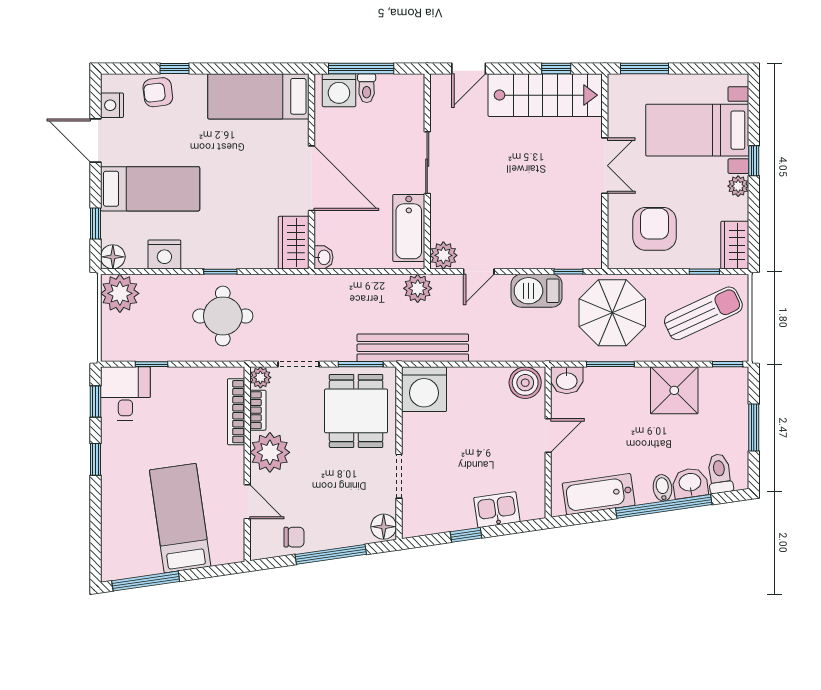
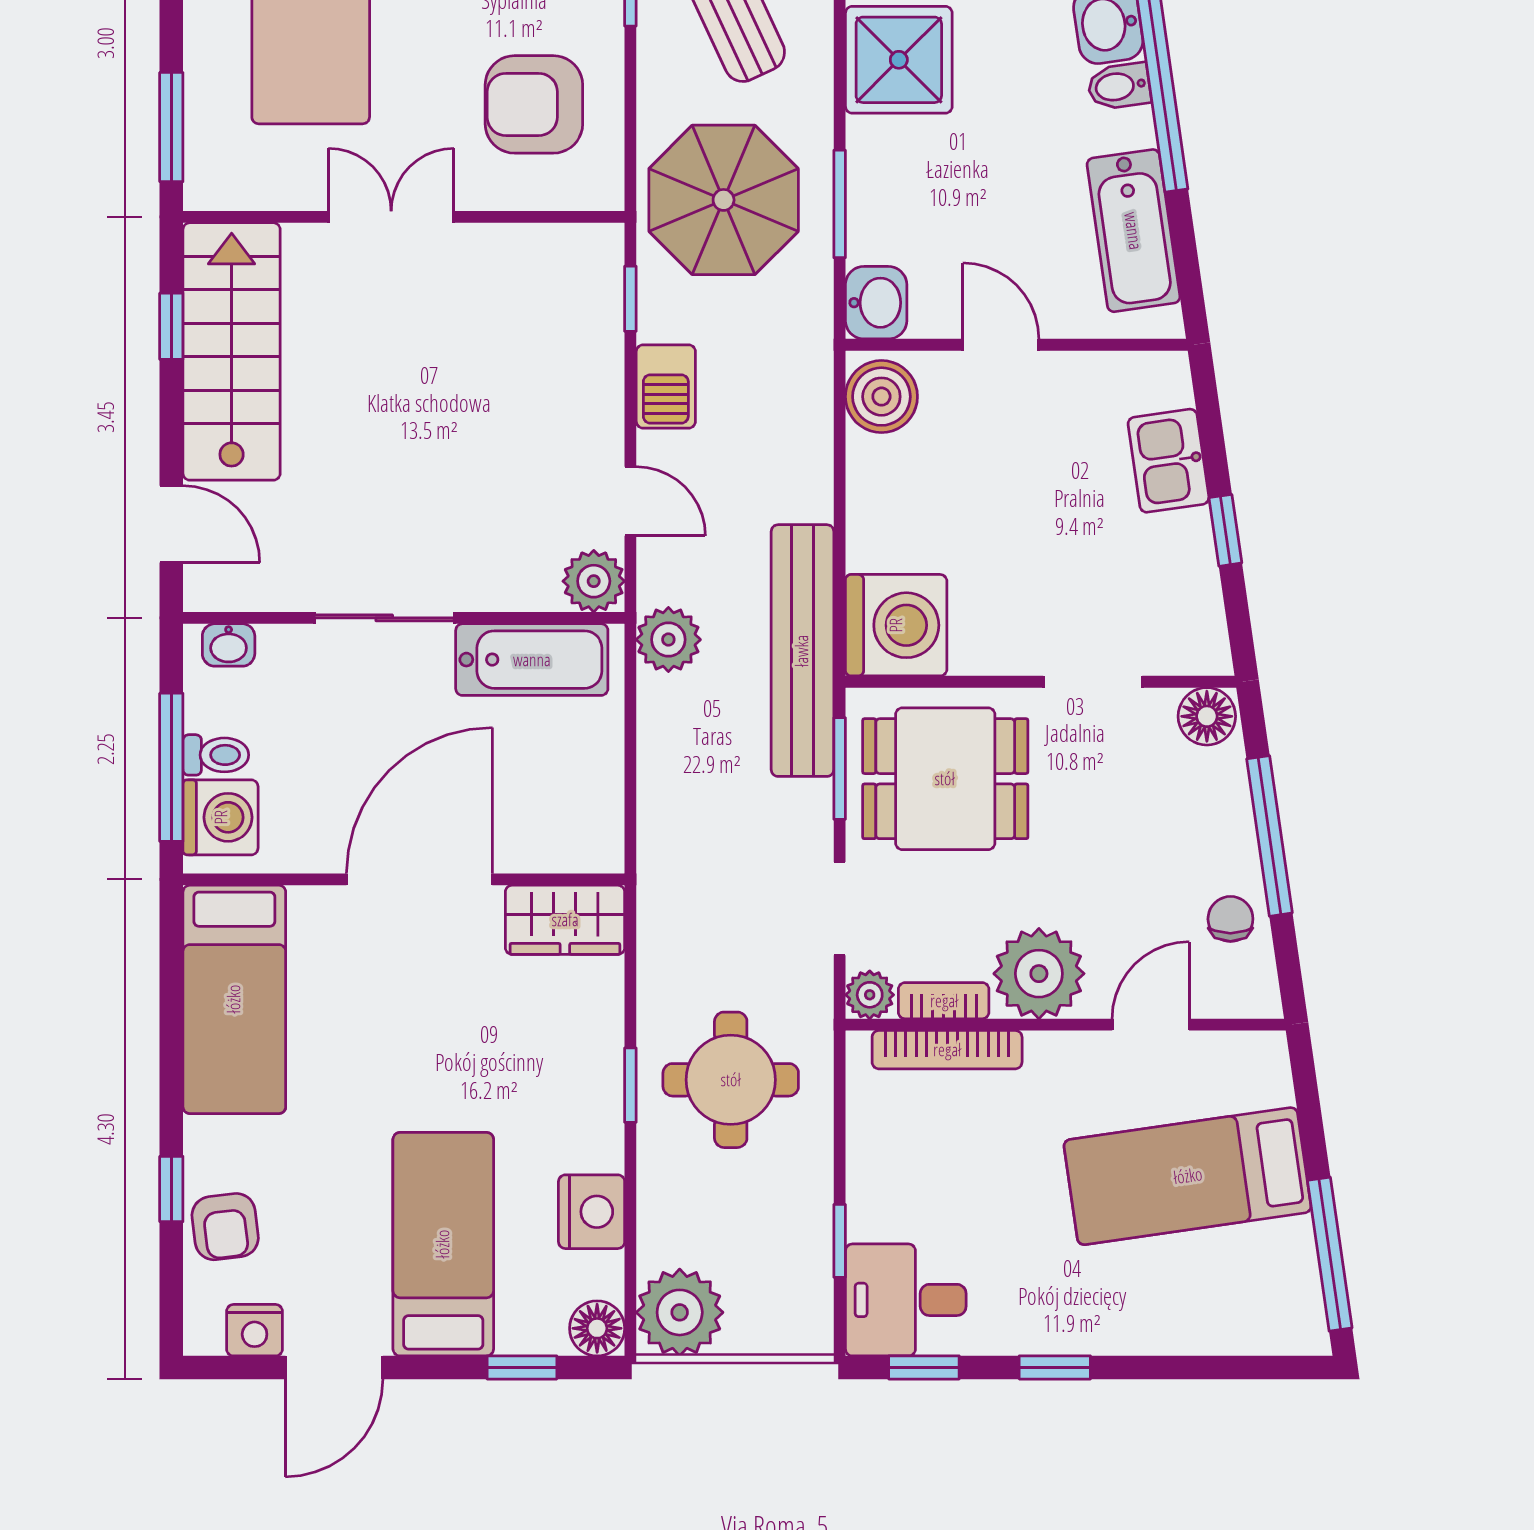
washbasin: (323, 257) -> (229, 645), moved, turned 180
barbecue: (537, 291) -> (666, 386), width x0.73, depth x0.79

